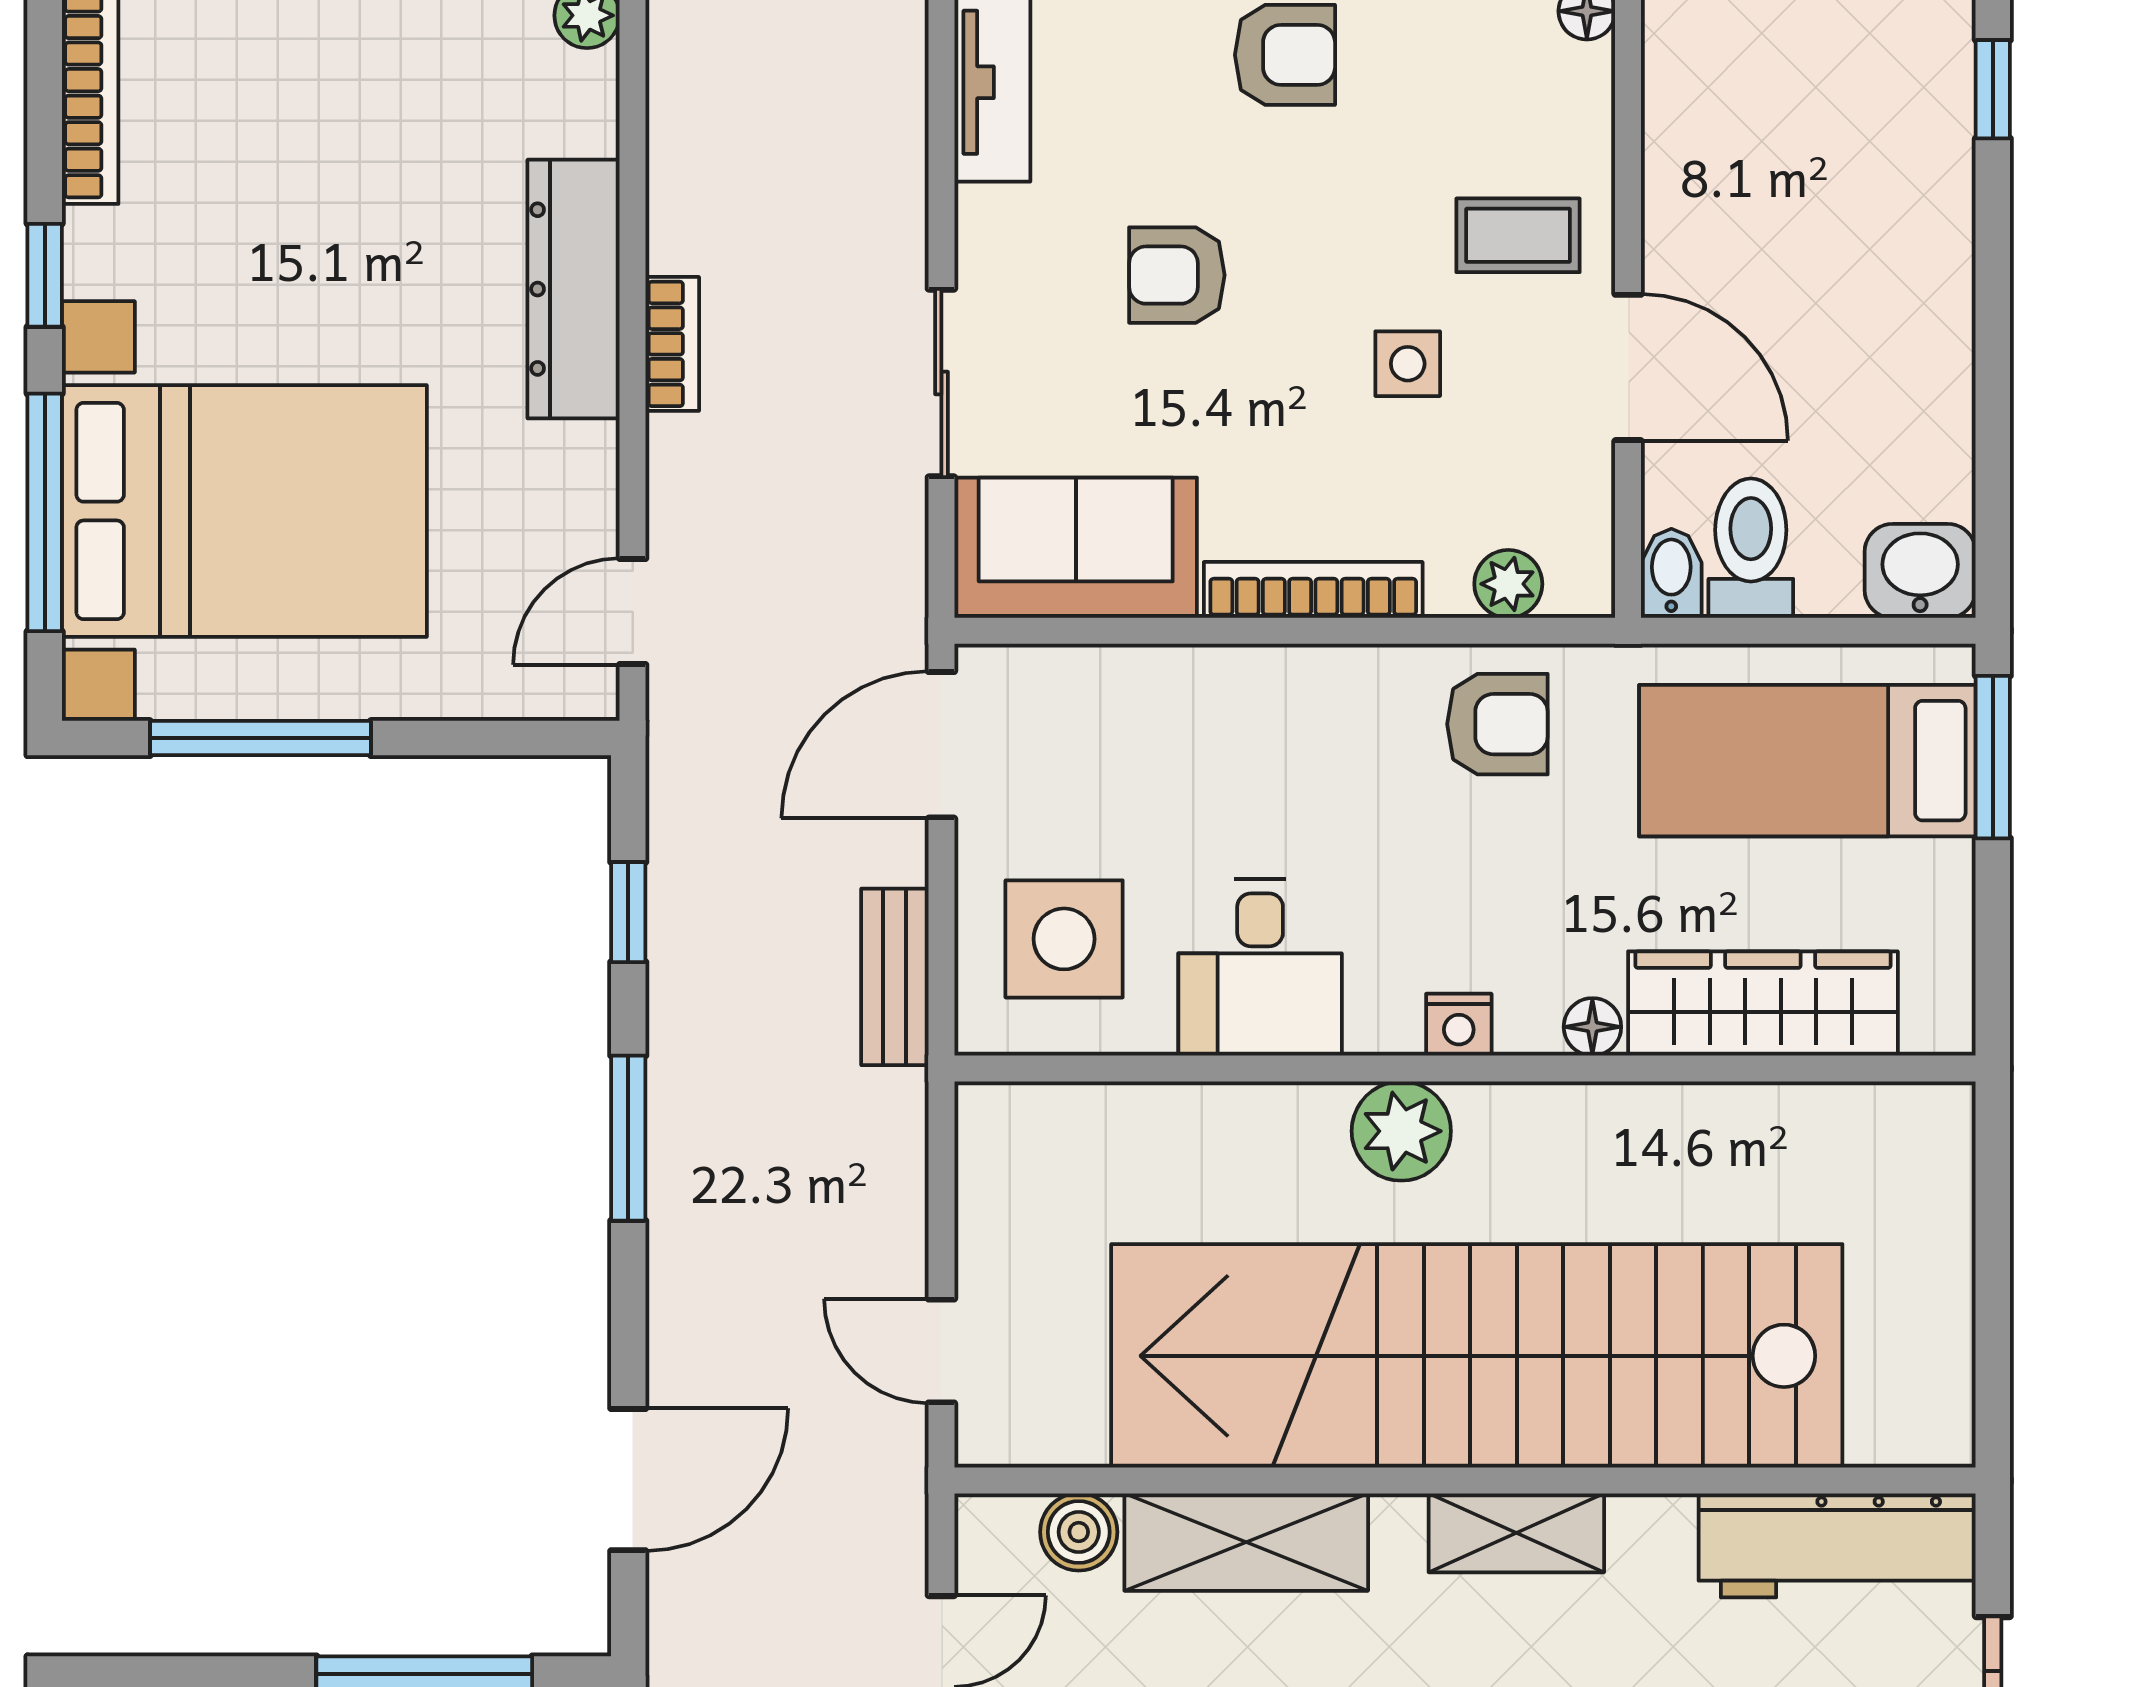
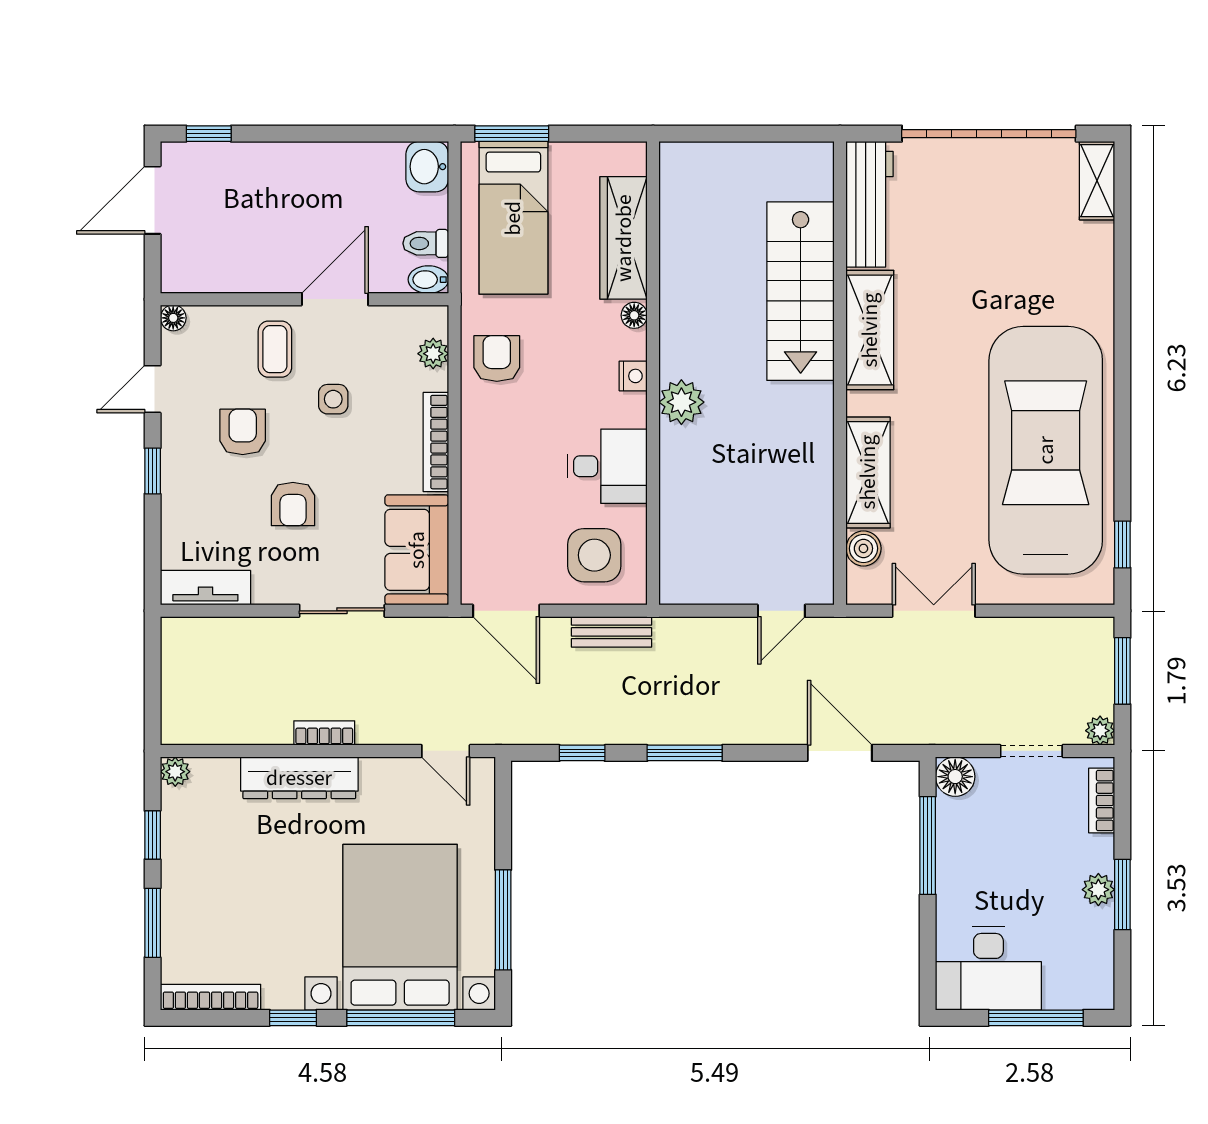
armchair: (1285, 55) -> (243, 432), moved
toilet: (1751, 548) -> (426, 243), width x0.73, depth x0.72
stairs: (1477, 1356) -> (801, 291), width x0.54, depth x0.66
shelving: (1516, 1533) -> (870, 330), width x1.50, depth x1.33

